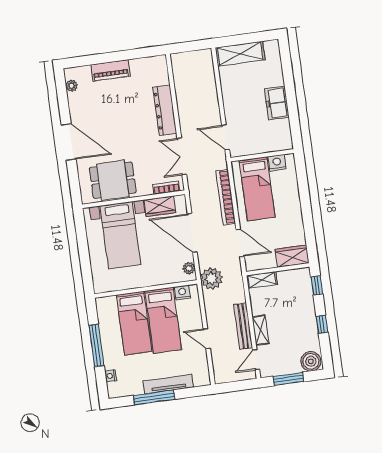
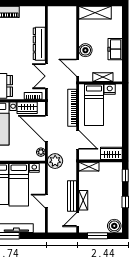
boiler: (234, 111) -> (85, 50), added
shelving: (264, 146) -> (103, 77), added

